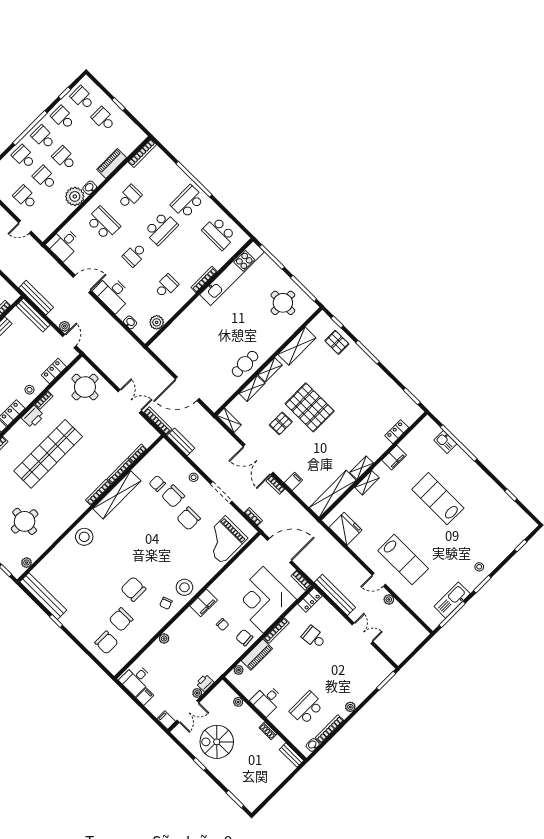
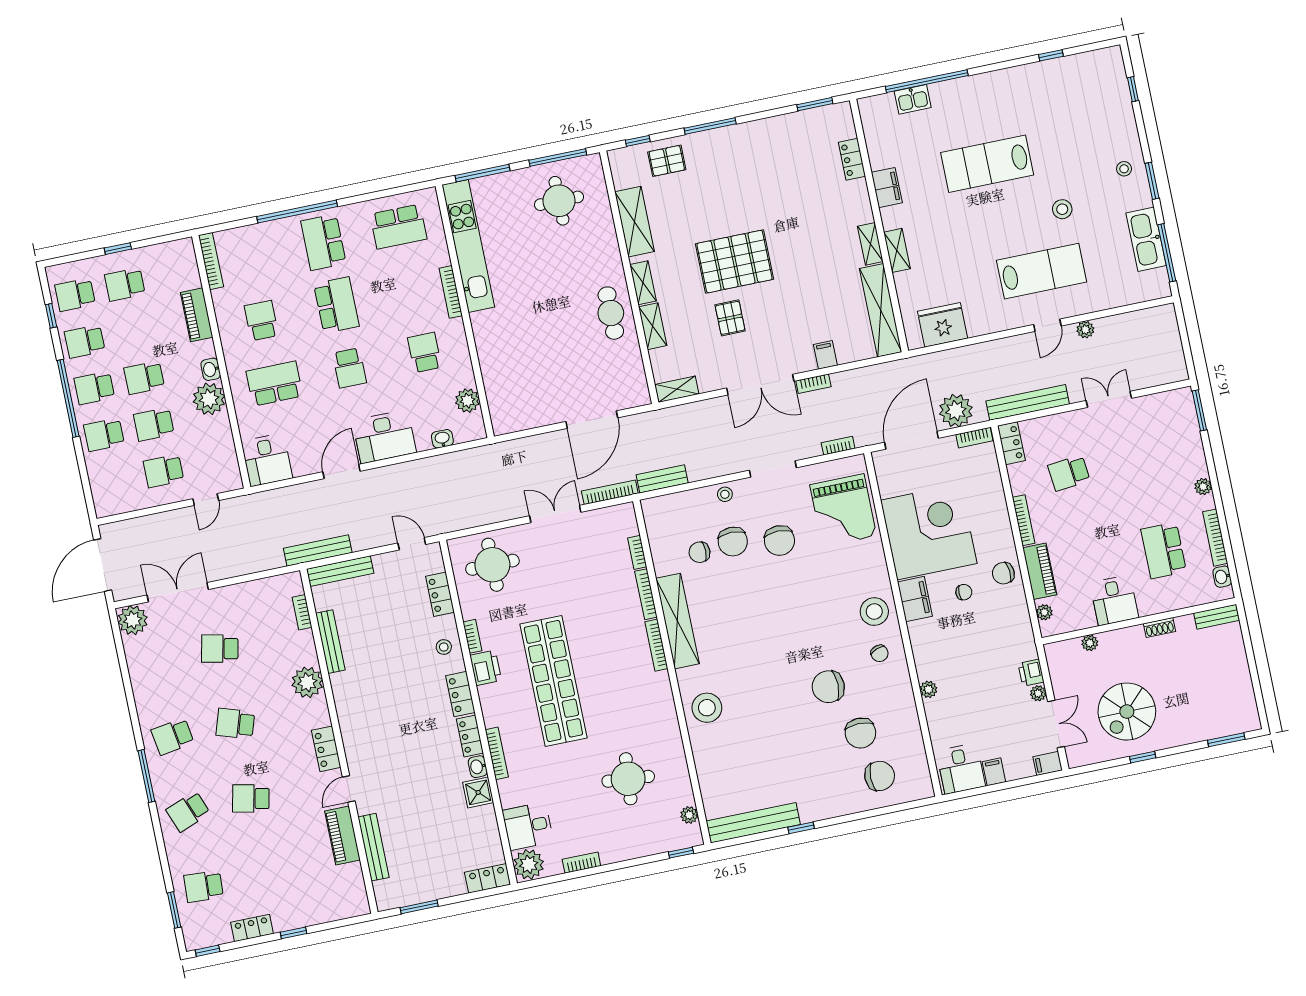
plant: (65, 326) -> (956, 411), moved, width x1.87, depth x1.87
stool: (440, 550) -> (1062, 209), added
corner desk: (263, 600) -> (929, 532), moved, turned 180

